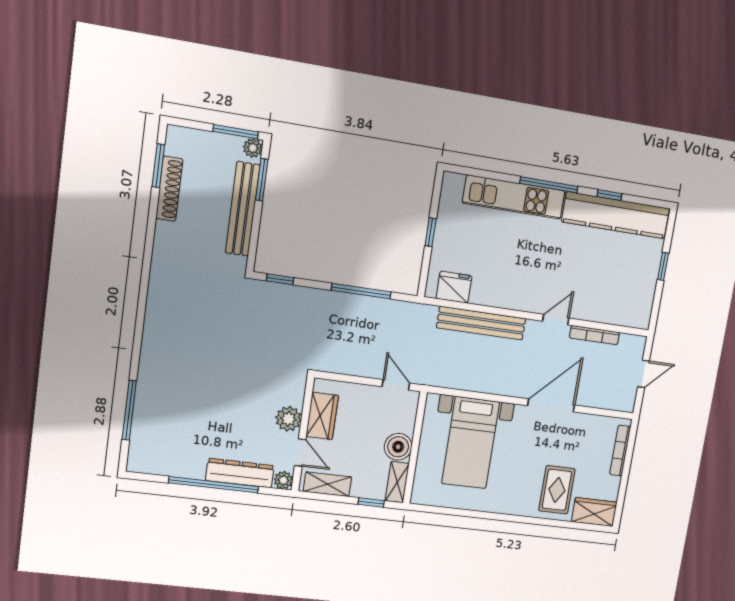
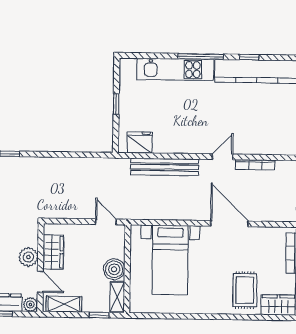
window: (361, 291) -> (70, 155), removed
door: (551, 405) -> (229, 224), hinge flipped

